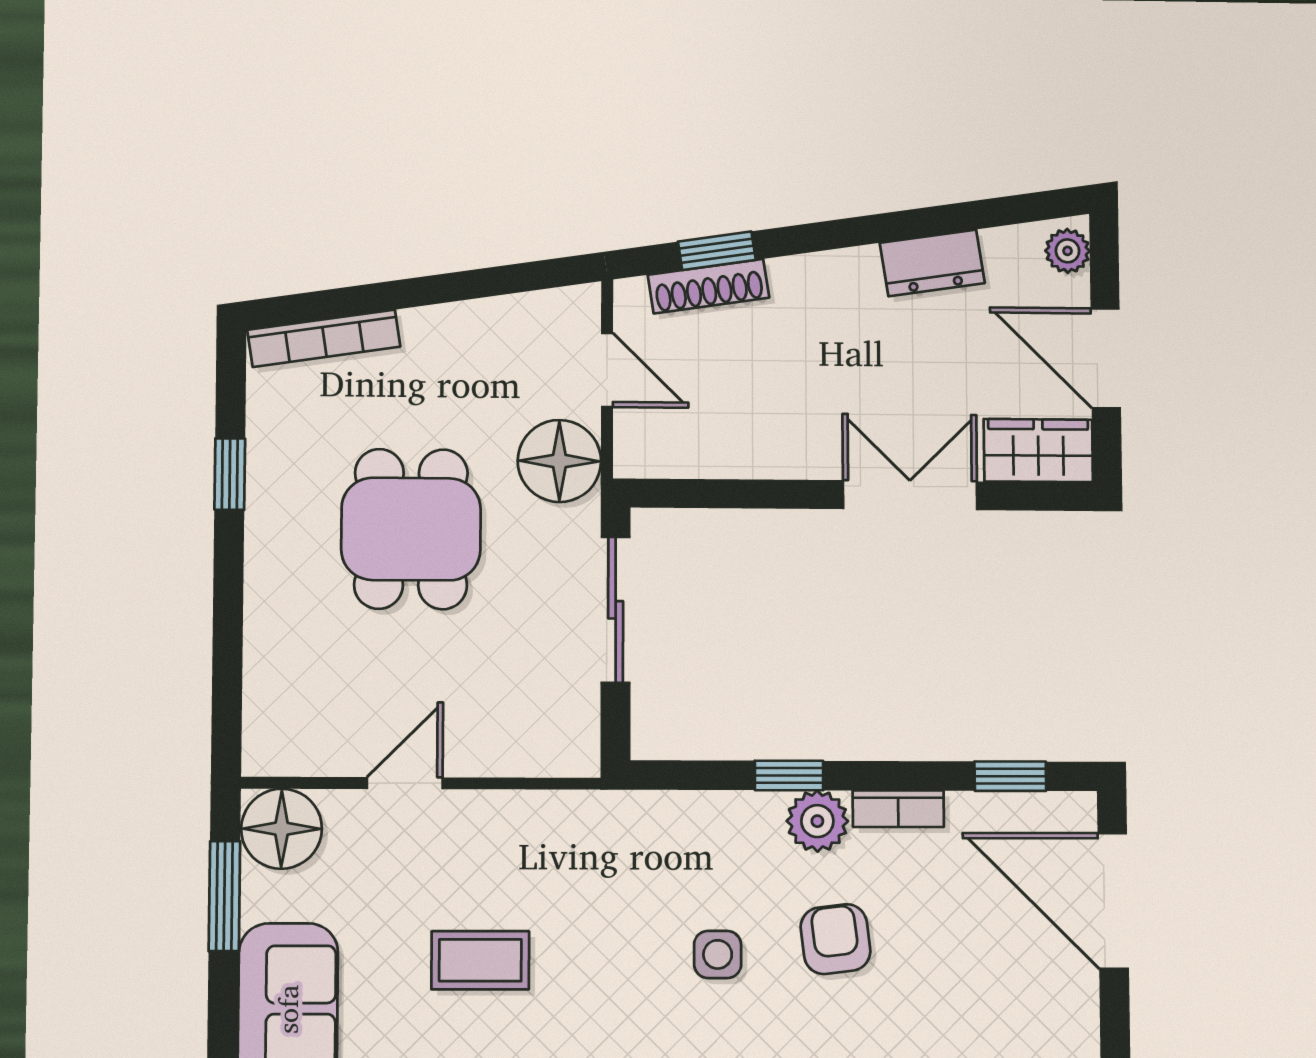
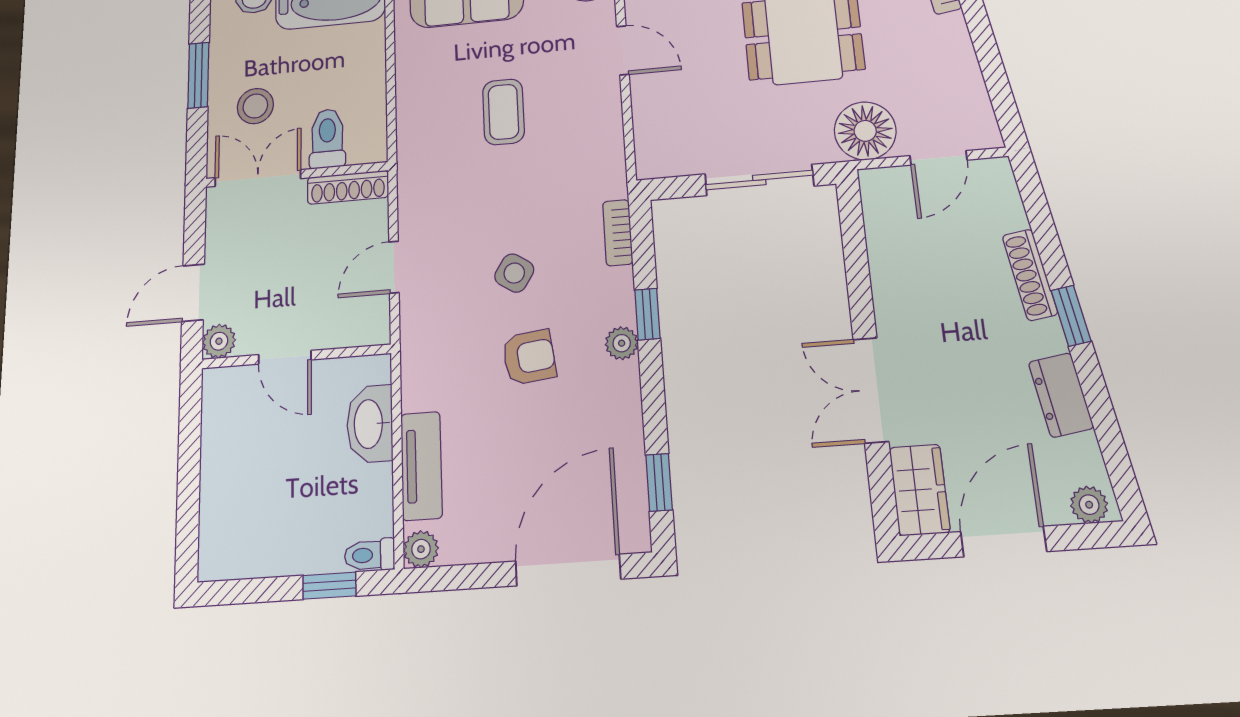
window: (717, 251) -> (1071, 316), moved
shoe rack: (708, 286) -> (1030, 275), moved
double door: (910, 495) -> (871, 390), swing flipped
bookcase: (898, 809) -> (618, 233), moved
plant: (817, 821) -> (622, 343), width x0.73, depth x0.73
side table: (718, 954) -> (514, 273), turned 33

